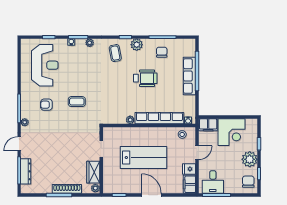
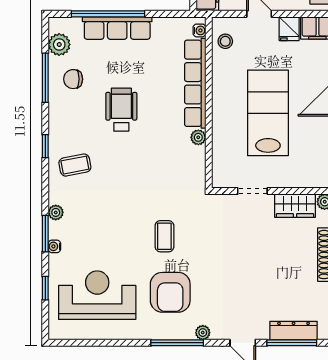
plant: (137, 45) -> (59, 44), moved
armchair: (46, 105) -> (170, 292), width x1.88, depth x1.88

